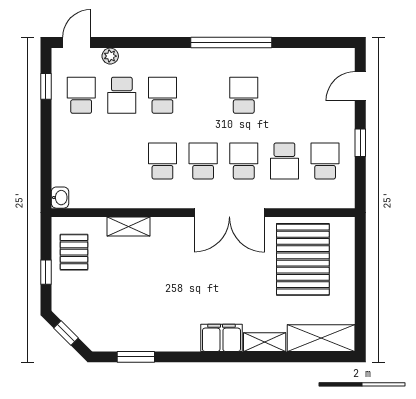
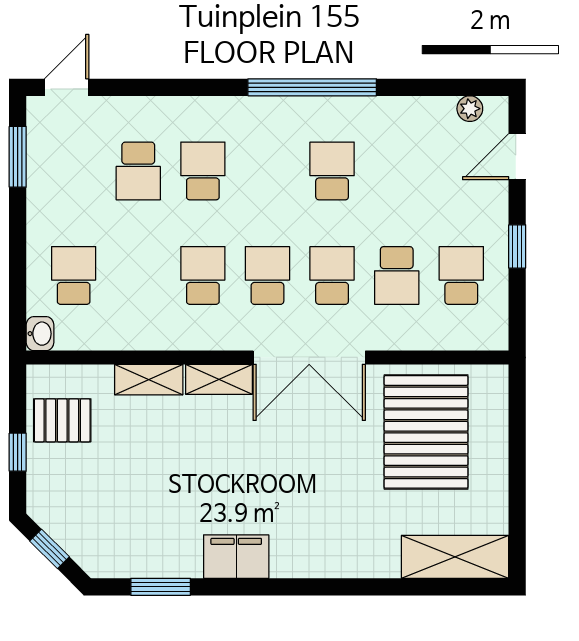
plant: (110, 56) -> (470, 109), moved
window: (46, 86) -> (18, 157), width x1.50
school desk: (81, 95) -> (74, 275), moved
pallet: (74, 252) -> (62, 420), turned 90
filing cabinet: (221, 338) -> (236, 557), moved
shelving: (265, 342) -> (219, 379), moved

